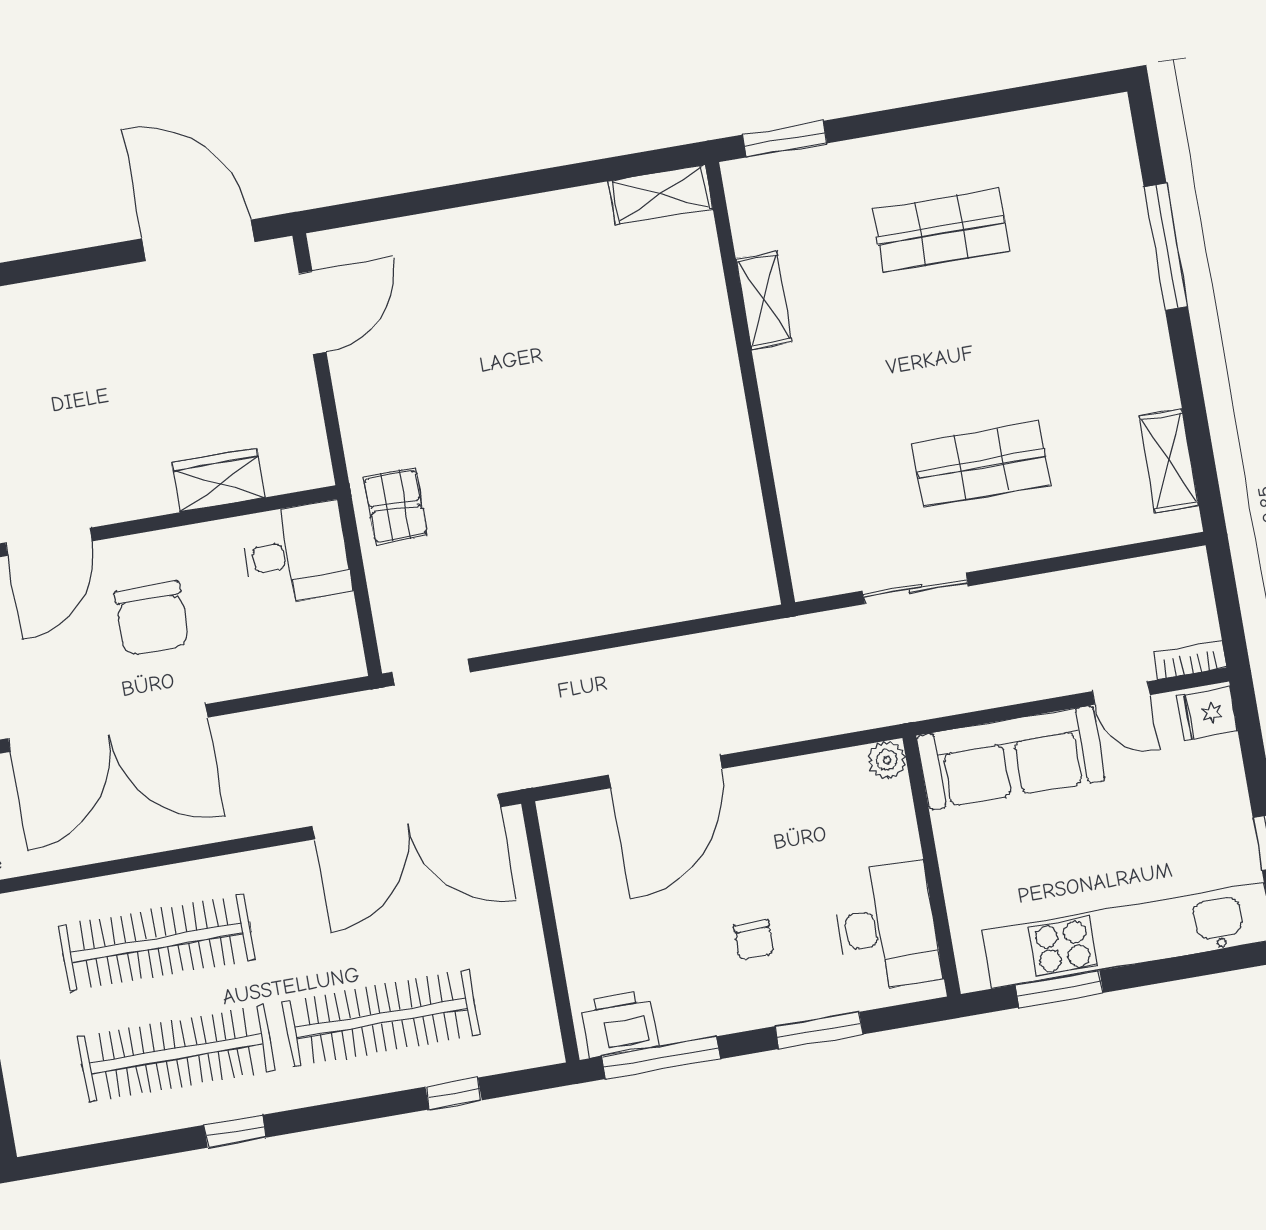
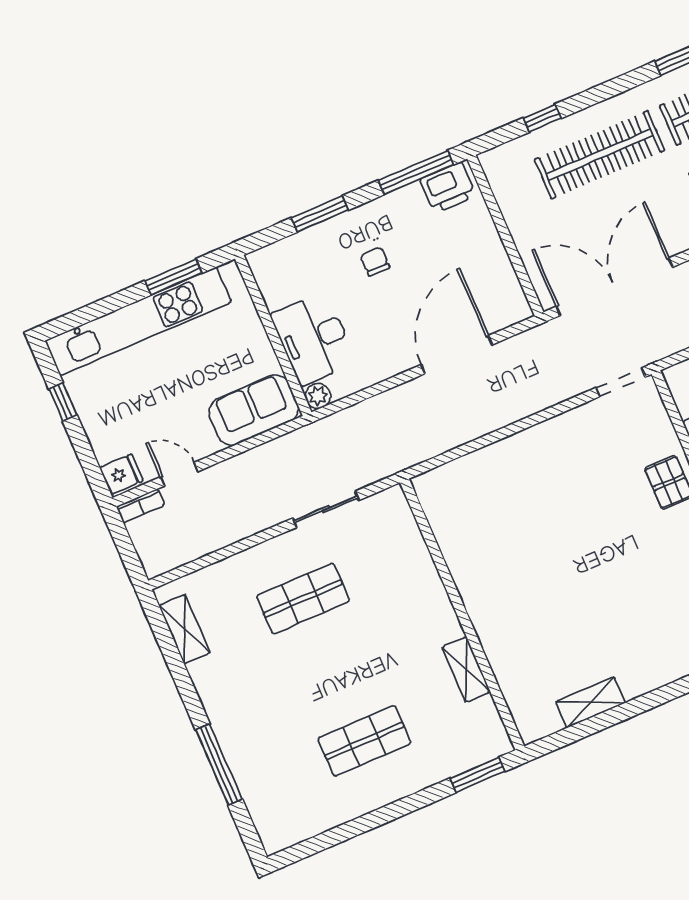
shelving: (661, 195) -> (590, 702), moved
sofa: (1011, 758) -> (254, 410), width x0.73
desk: (887, 927) -> (313, 338), moved

